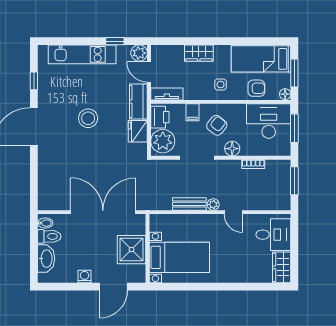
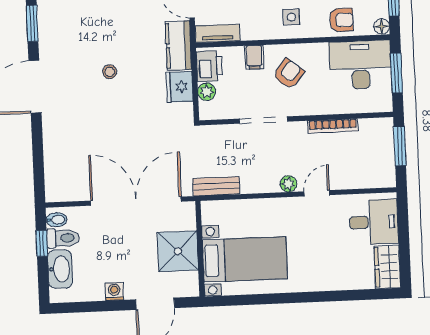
window: (34, 81) -> (32, 23), width x1.50
stool: (88, 118) -> (110, 72), width x0.53, depth x0.53
plant: (163, 141) -> (207, 92), width x0.53, depth x0.53
floor lamp: (232, 149) -> (311, 105), removed
bookcase: (253, 164) -> (333, 126), width x1.56
bench: (189, 204) -> (216, 186), moved
door: (233, 212) -> (317, 193), swing flipped
window: (34, 240) -> (42, 243), added

